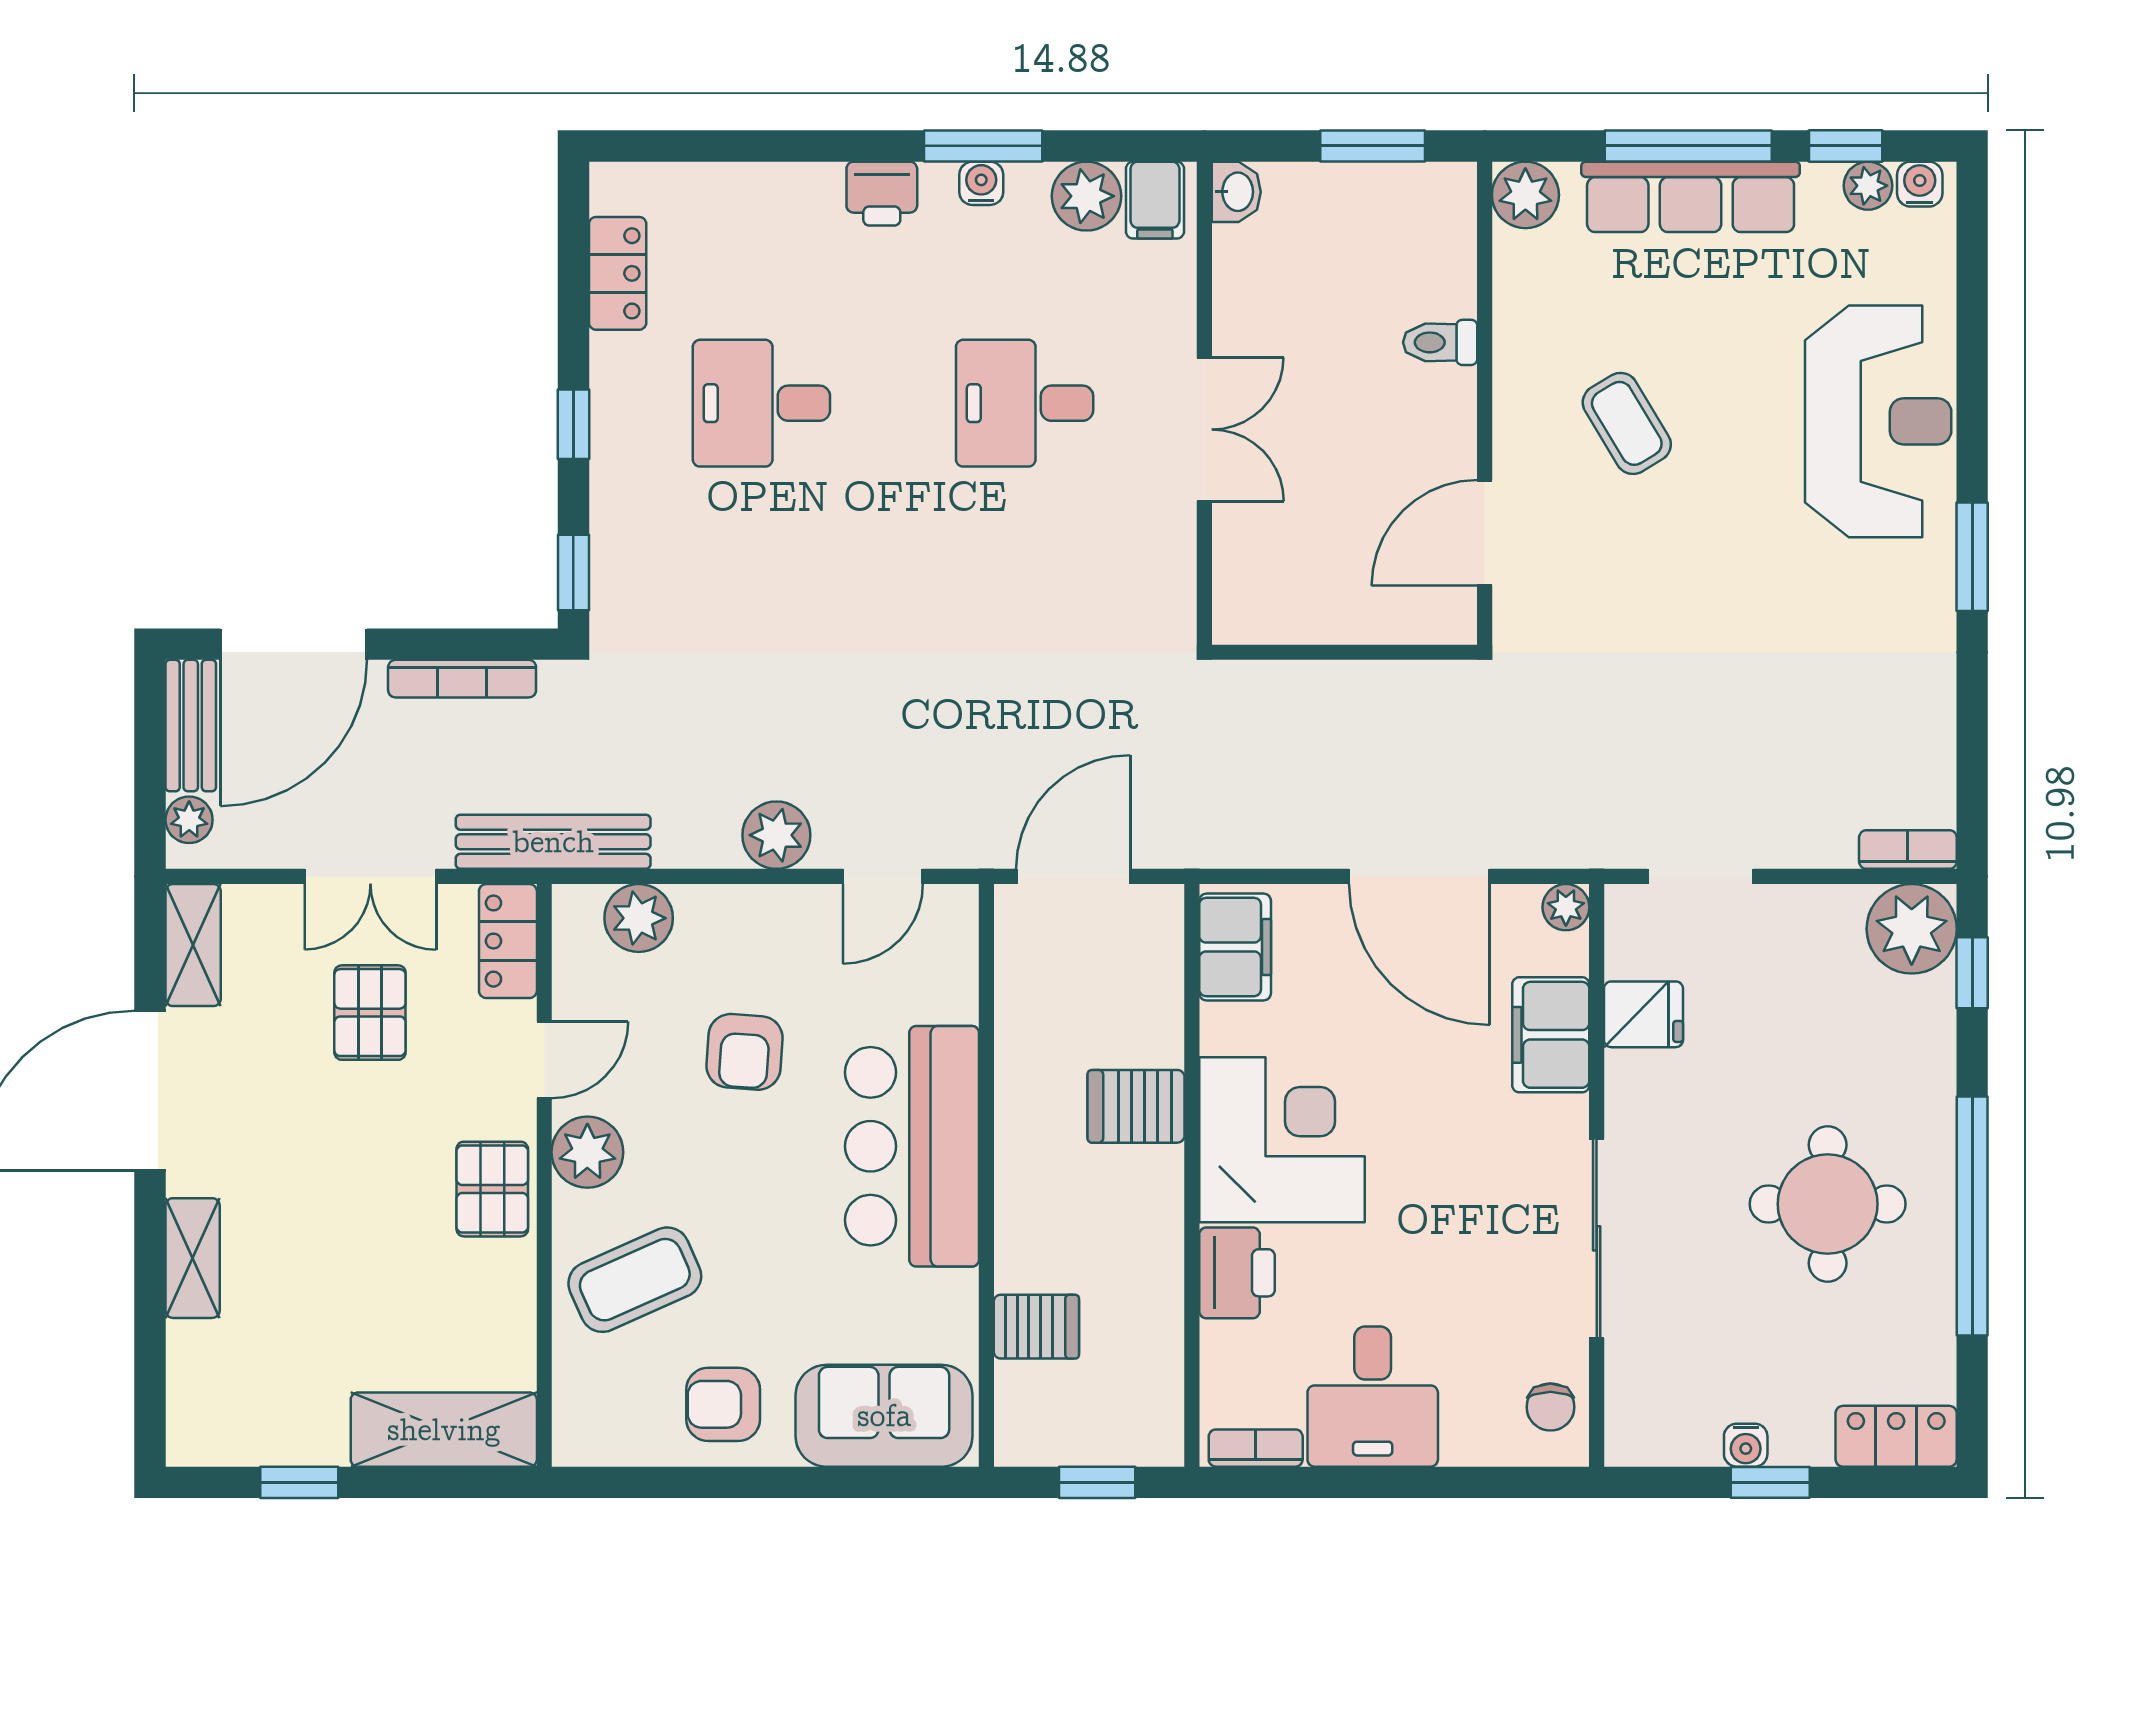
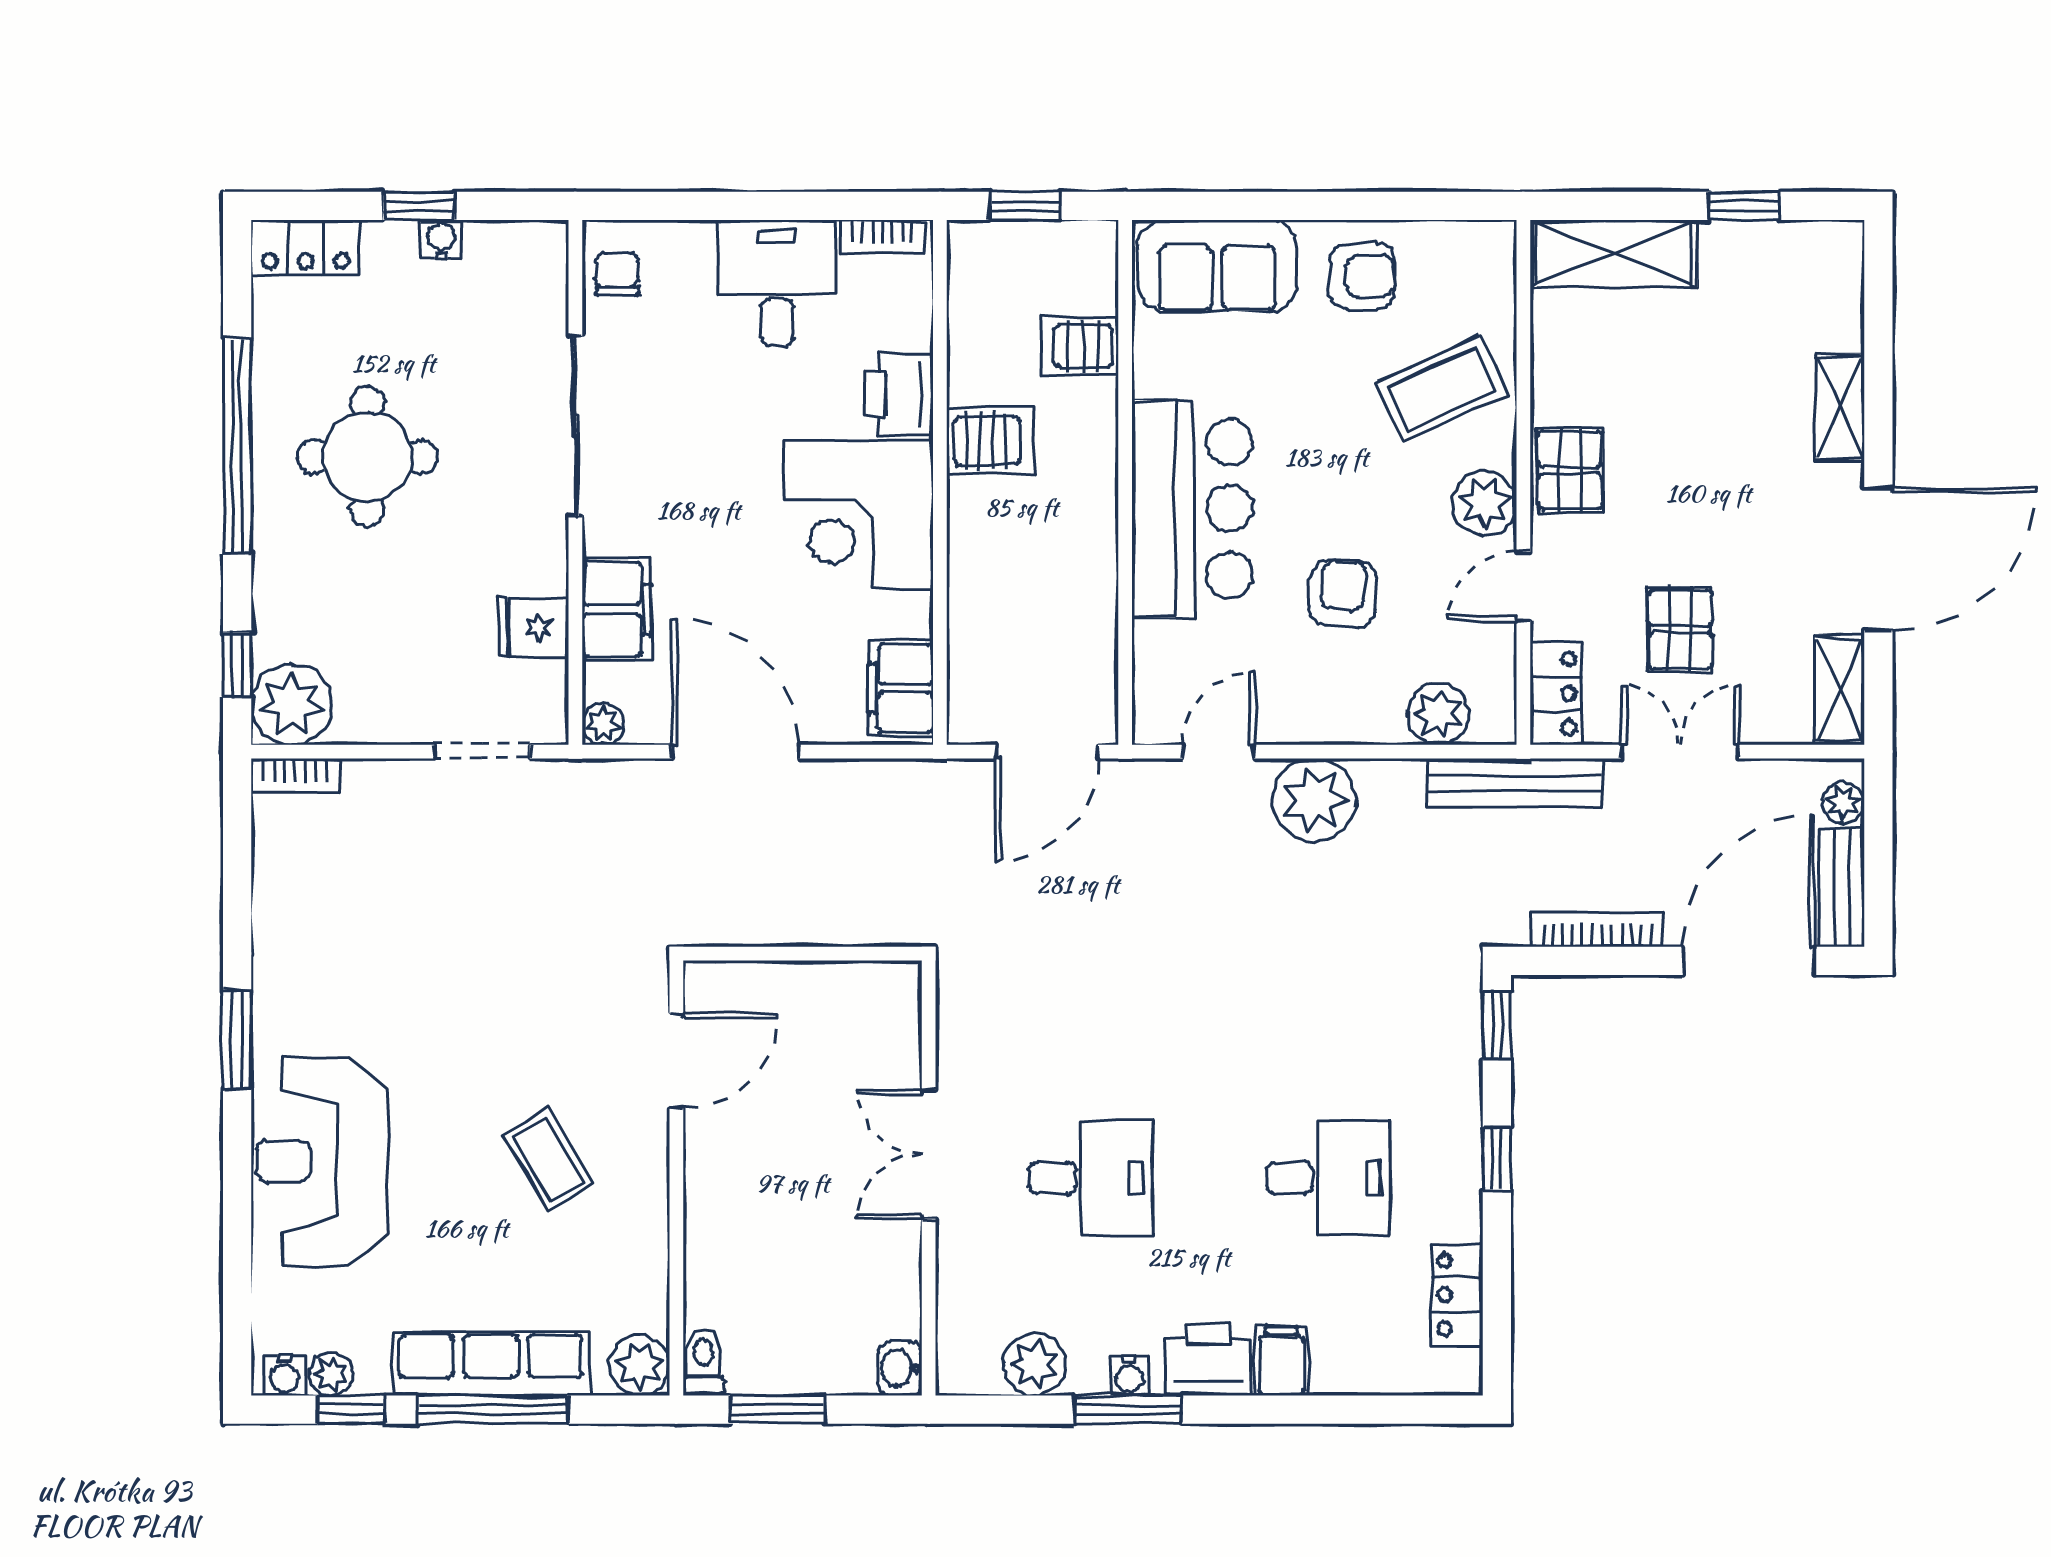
printer: (882, 194) -> (1208, 1360), width x1.36, depth x1.24
filing cabinet: (1155, 200) -> (1282, 1361), moved
toilet: (1440, 342) -> (704, 1362), moved, turned -90
plant: (776, 835) -> (1314, 800), width x1.36, depth x1.36
server rack: (1136, 1106) -> (990, 441), moved

